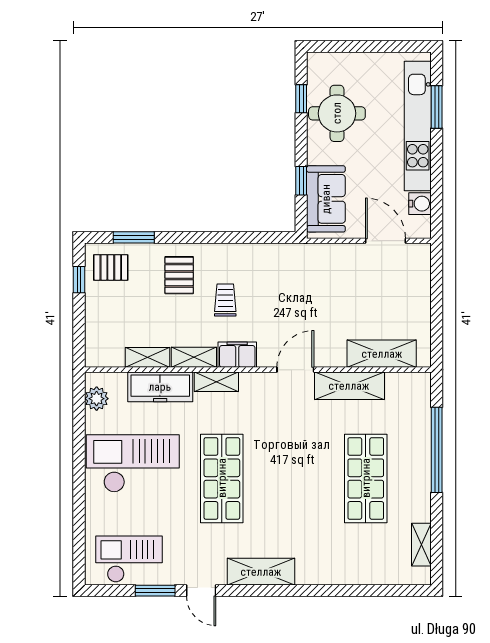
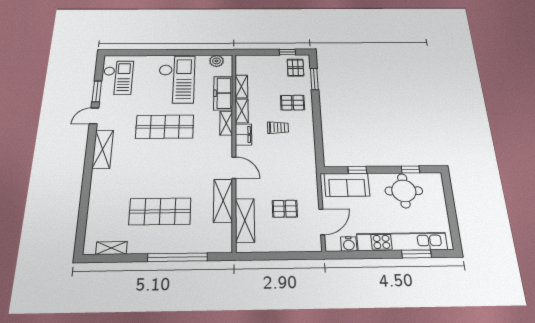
pallet: (364, 294) -> (285, 209), added

